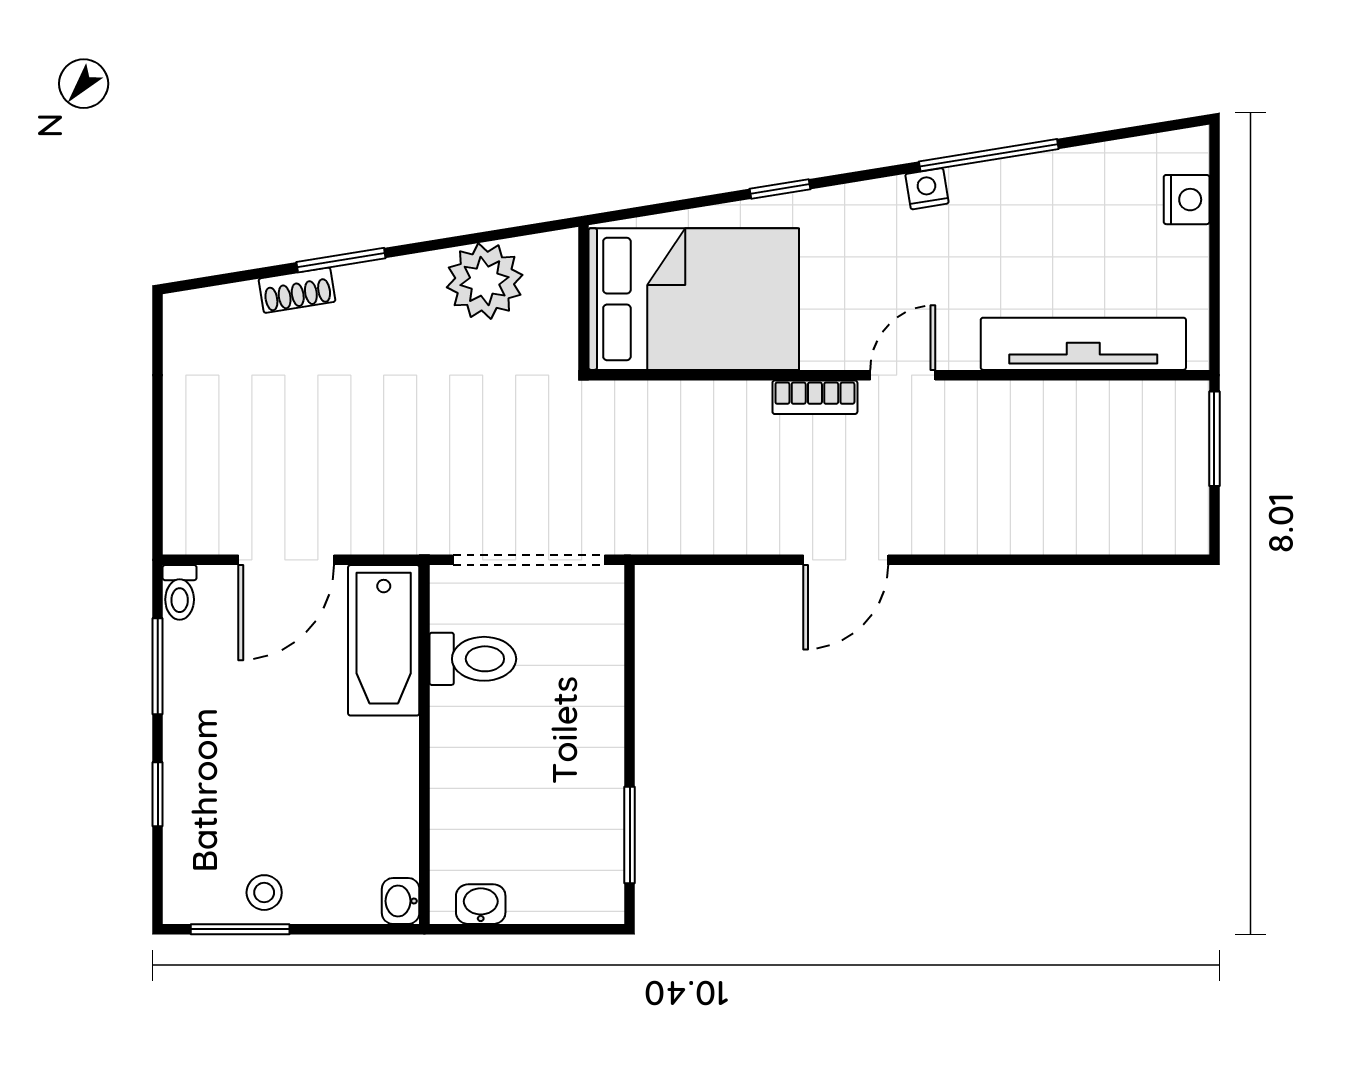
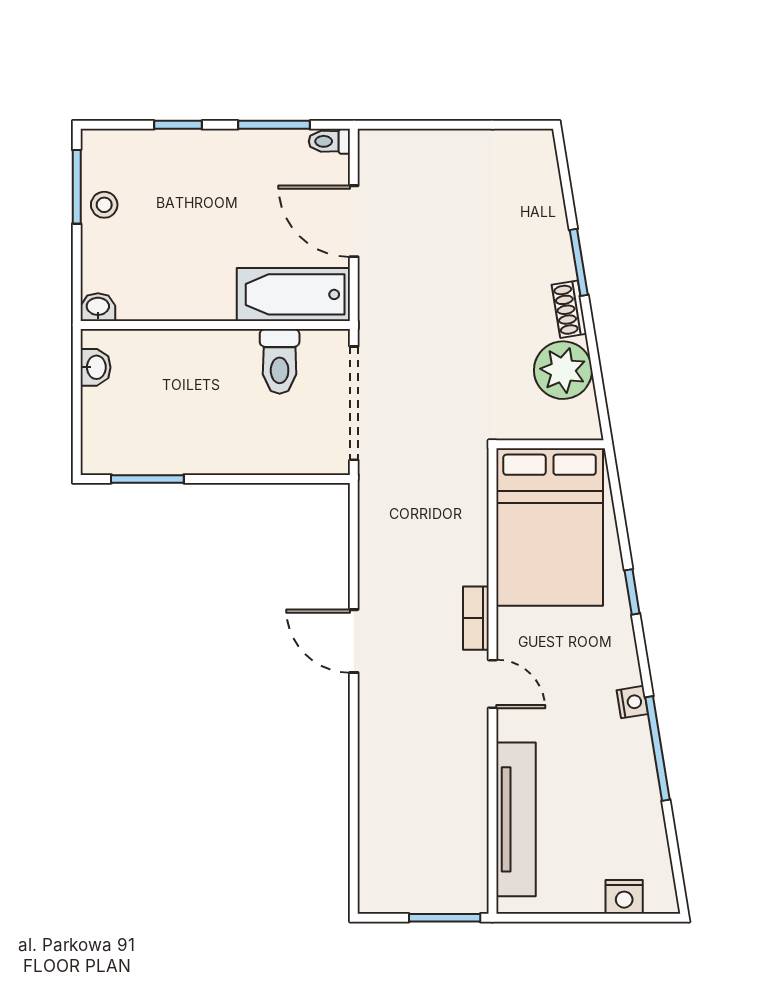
shoe rack: (297, 290) -> (569, 309), moved

